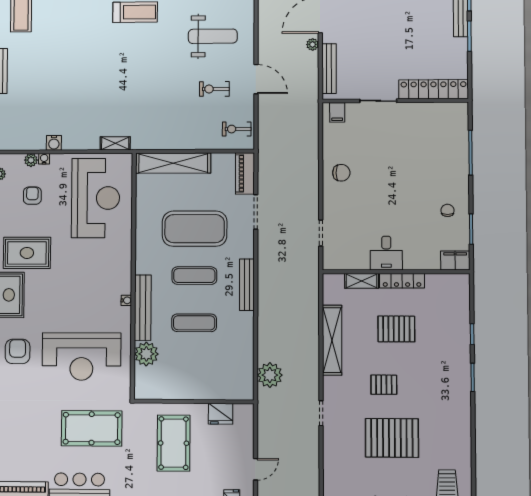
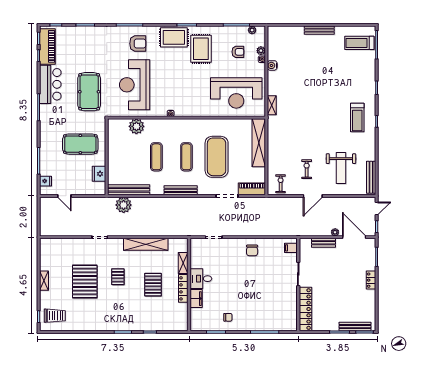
bench: (329, 69) -> (324, 243), width x0.73
filing cabinet: (455, 261) -> (196, 299), moved
bench: (143, 308) -> (129, 190), moved

